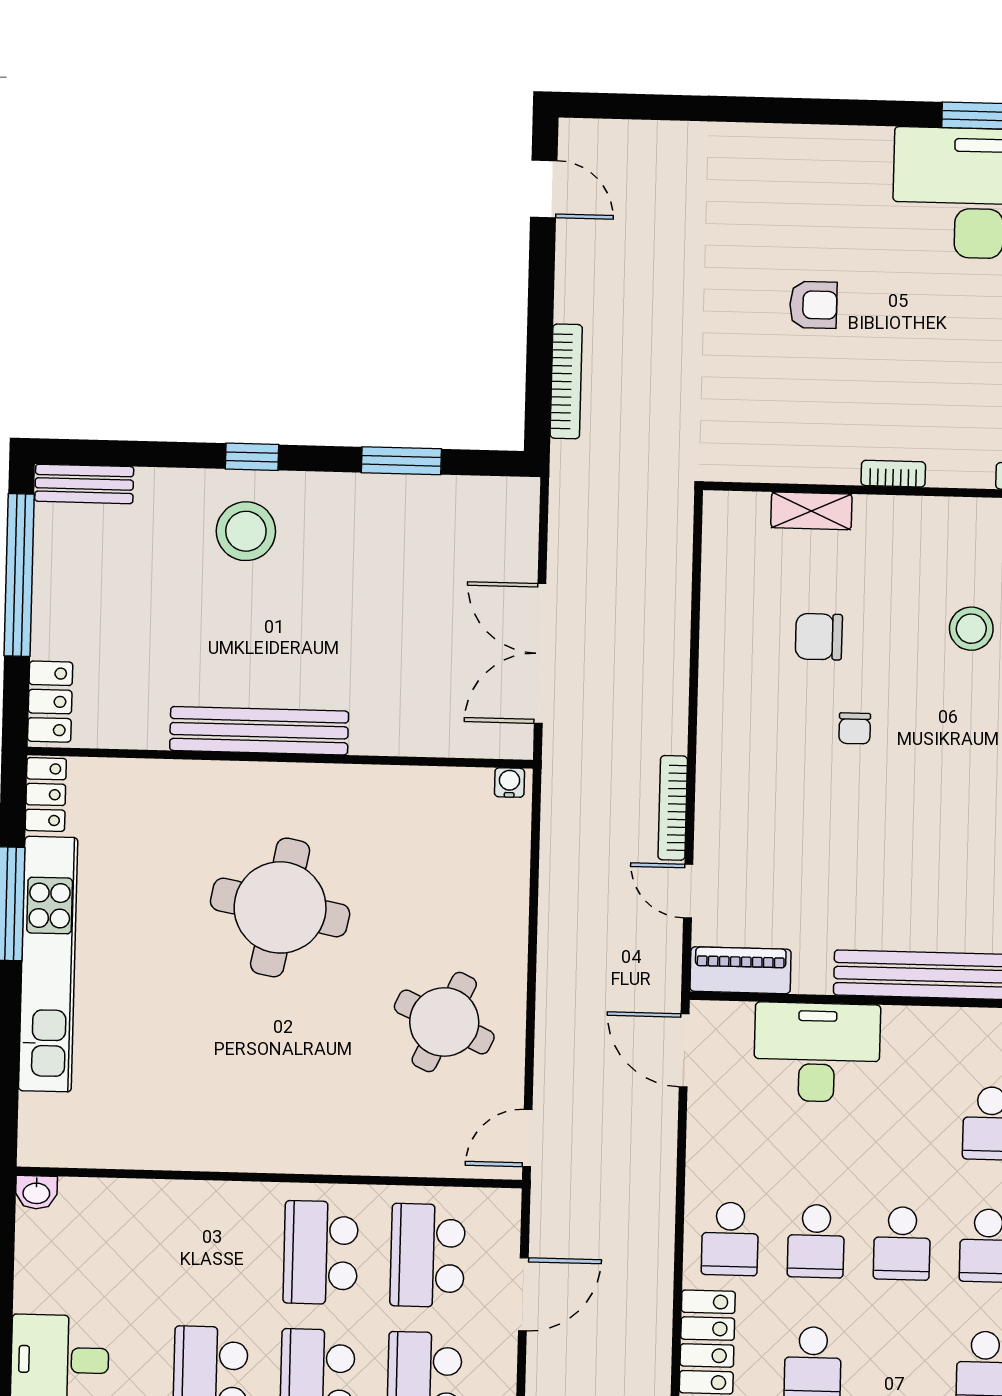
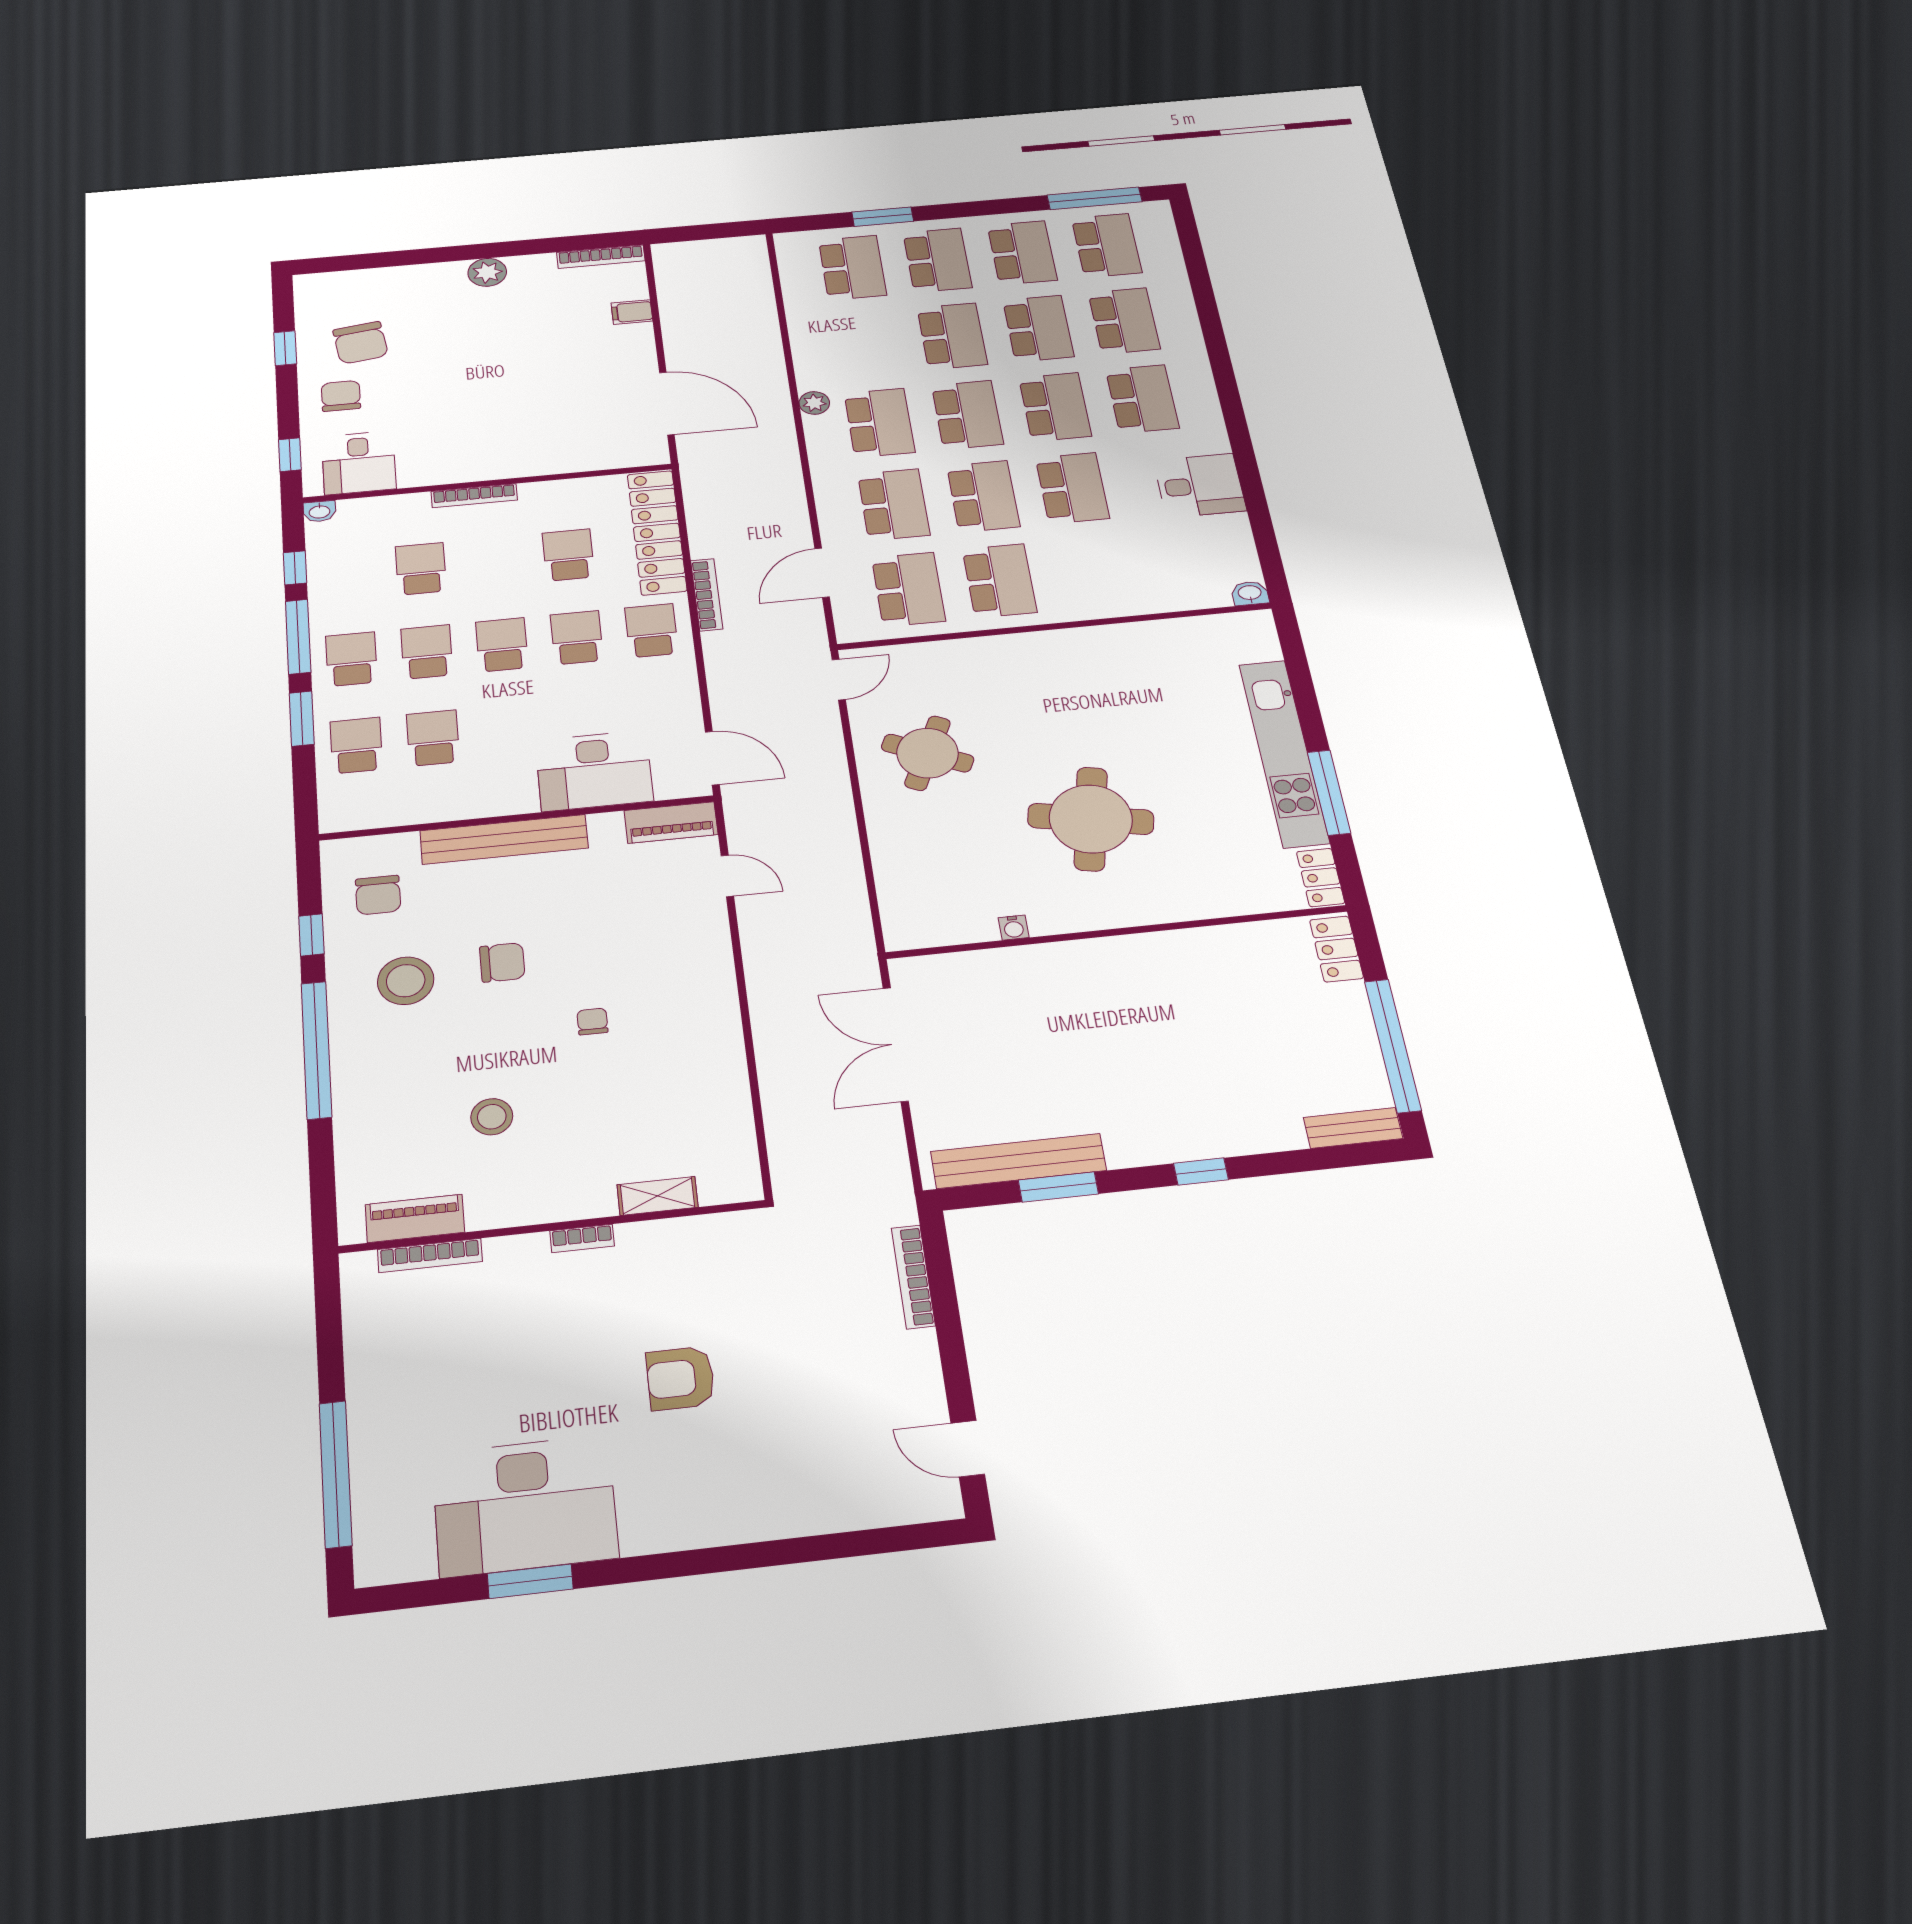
armchair: (813, 305) -> (681, 1378), width x1.38, depth x1.38
stool: (246, 531) -> (1192, 1109), removed
chair: (819, 637) -> (502, 962), moved
double door: (540, 653) -> (896, 1044), swing flipped
bench: (259, 731) -> (1019, 1161), moved
water cooler: (509, 783) -> (1014, 928), moved
bookcase: (673, 808) -> (707, 595), moved

